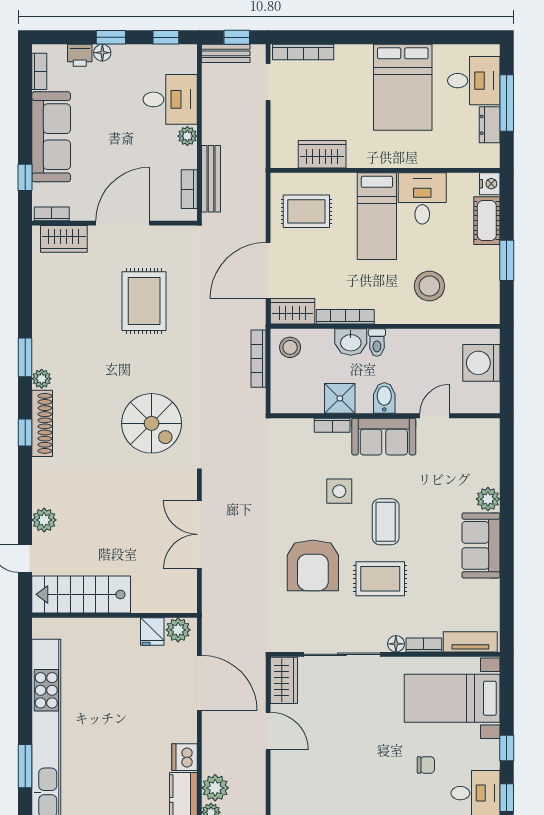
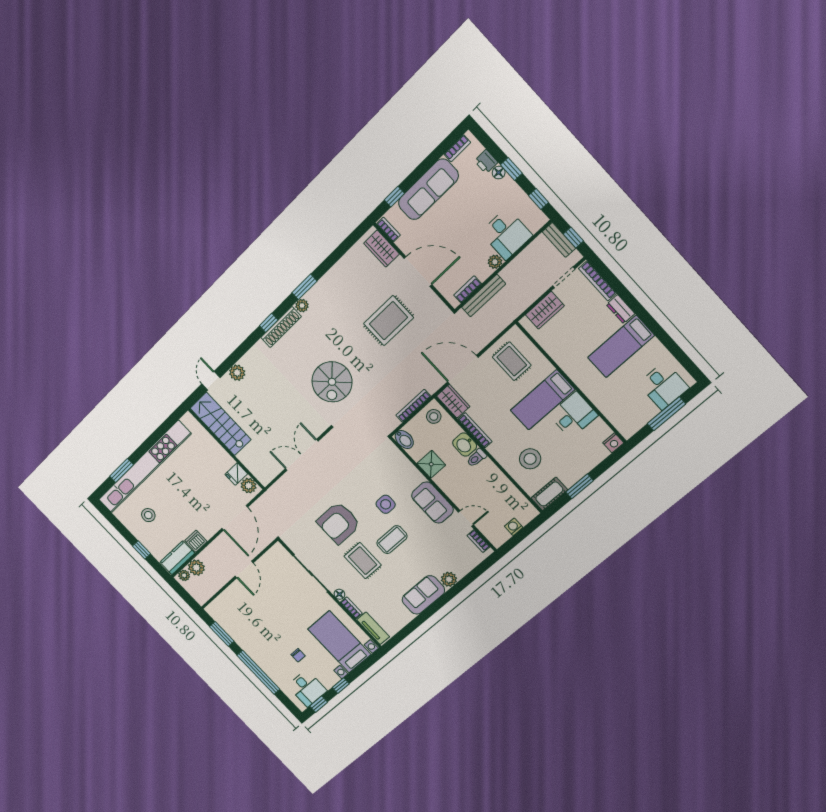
bed: (403, 87) -> (621, 346), width x0.67
dresser: (490, 125) -> (621, 309), moved, turned -90
wardrobe: (322, 154) -> (545, 310), moved, turned 90
cot: (487, 221) -> (549, 494), moved
washing machine: (481, 363) -> (514, 527), width x0.53, depth x0.53
bidet: (384, 398) -> (404, 439), moved, turned 90
bookcase: (332, 425) -> (479, 541), moved
wardrobe: (284, 680) -> (273, 557), removed
stool: (104, 785) -> (148, 515), added

